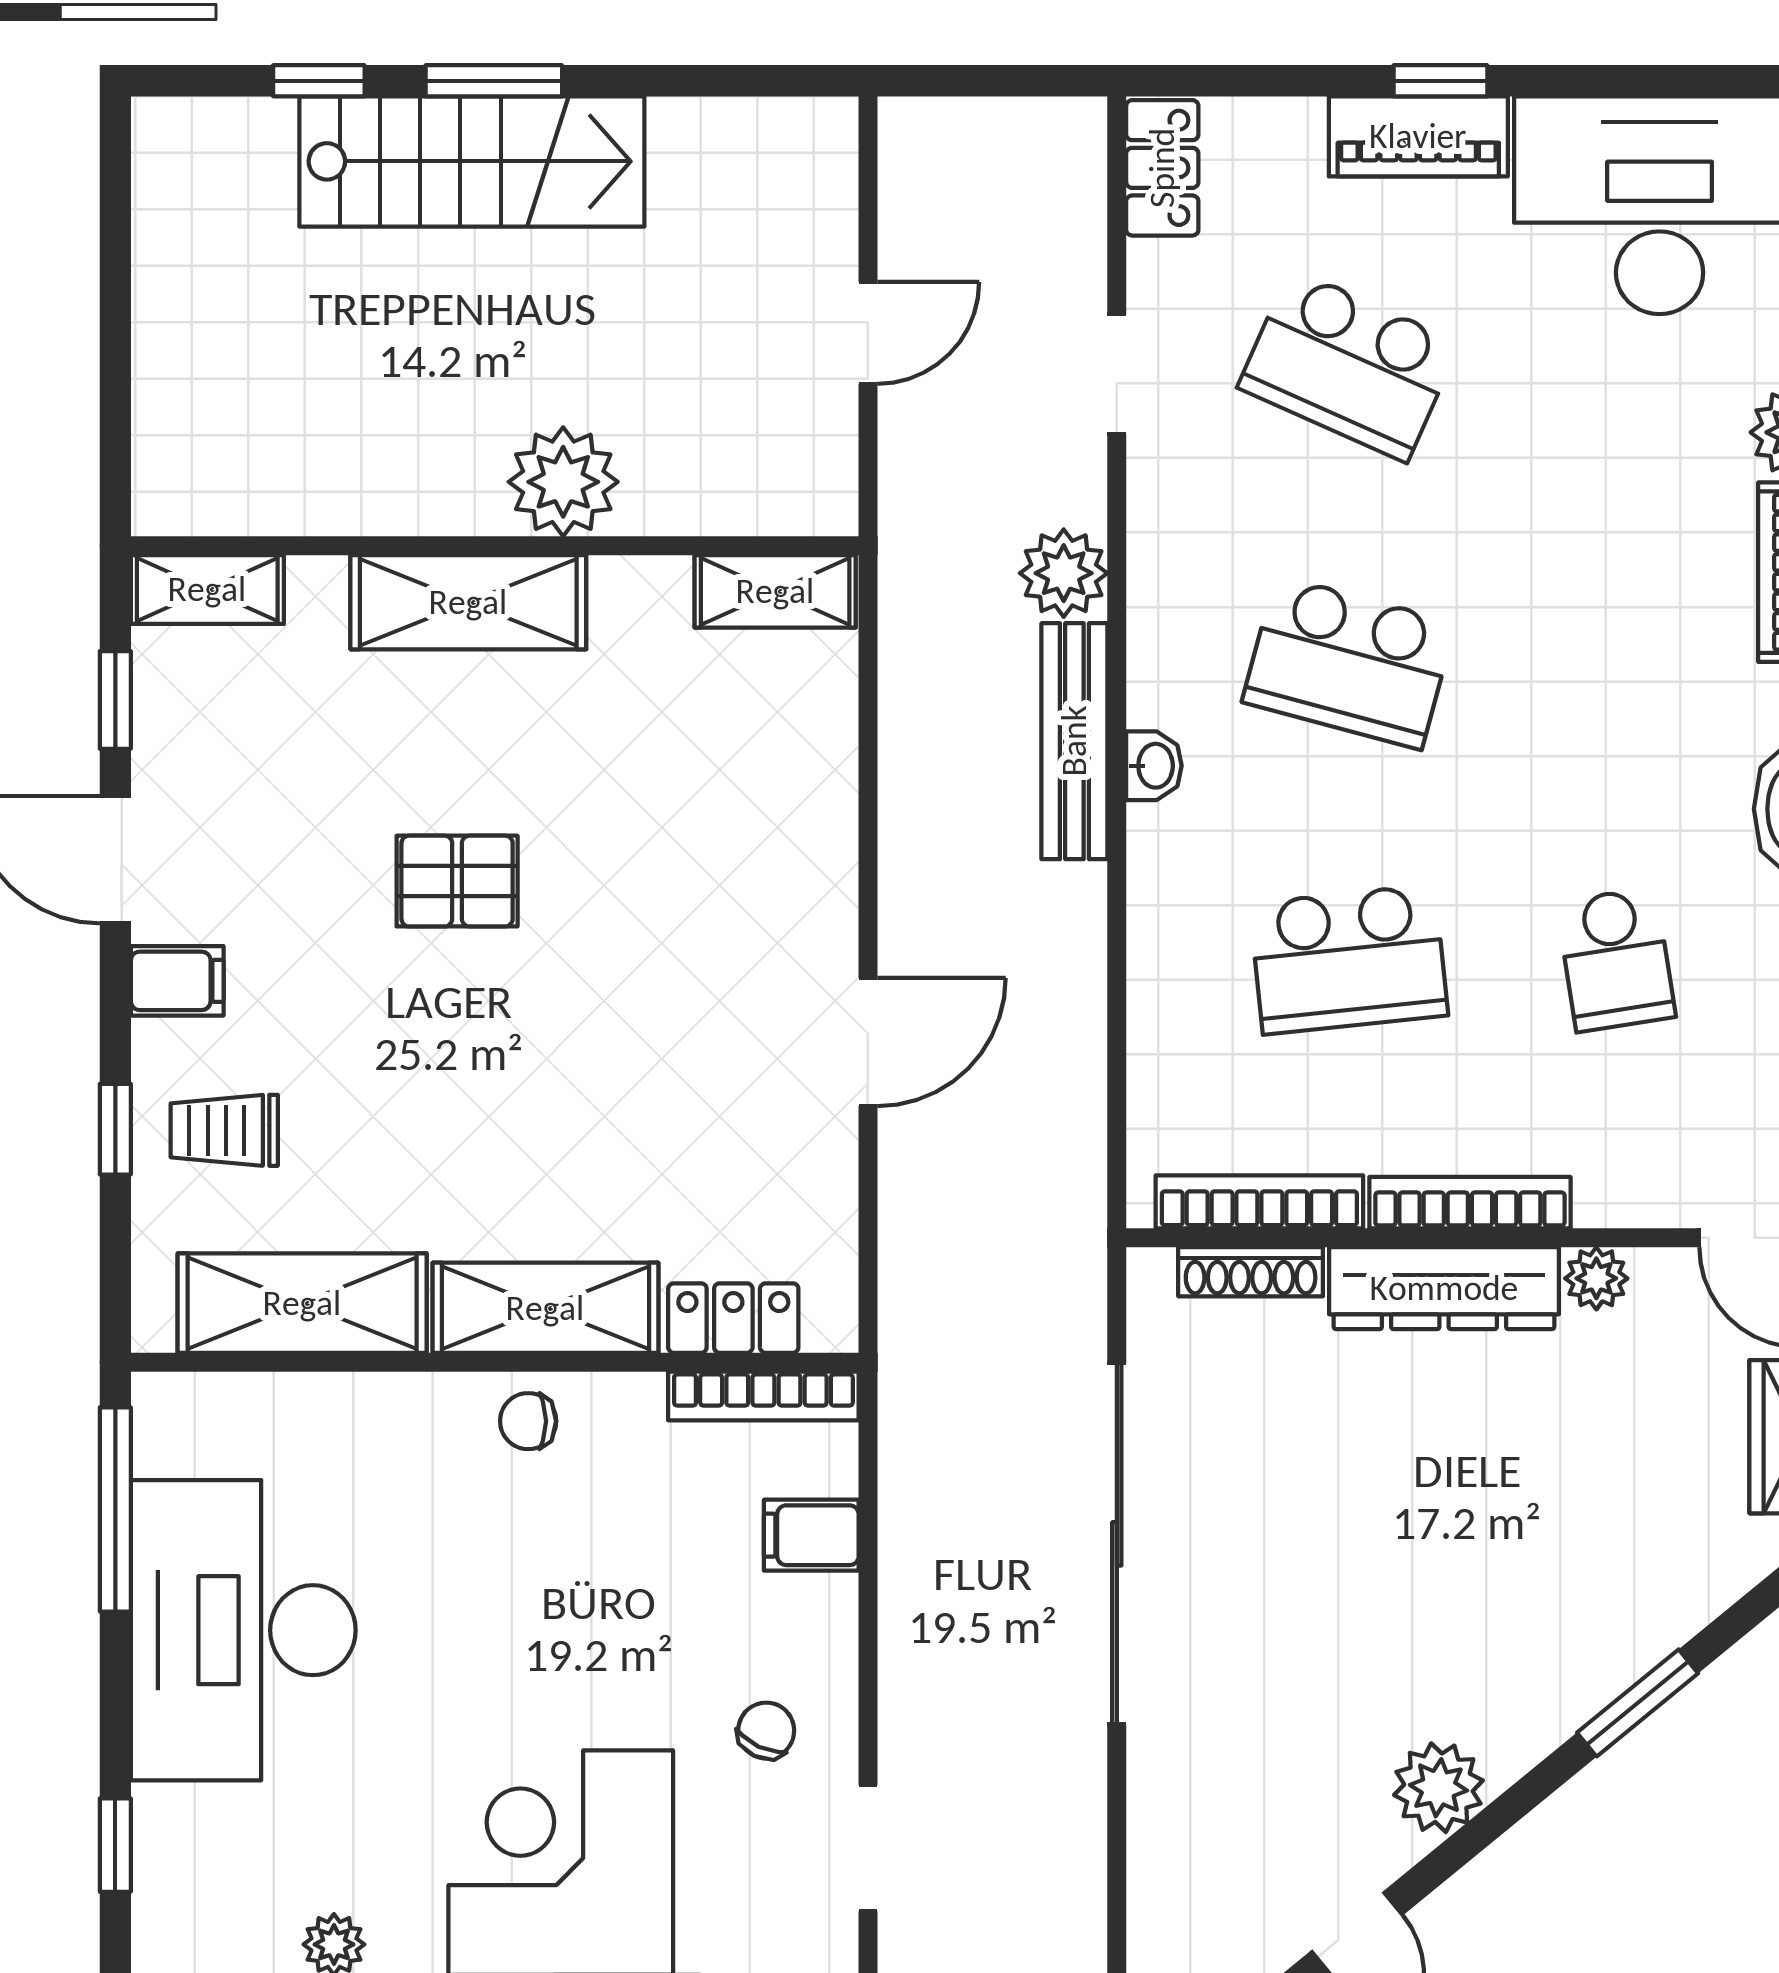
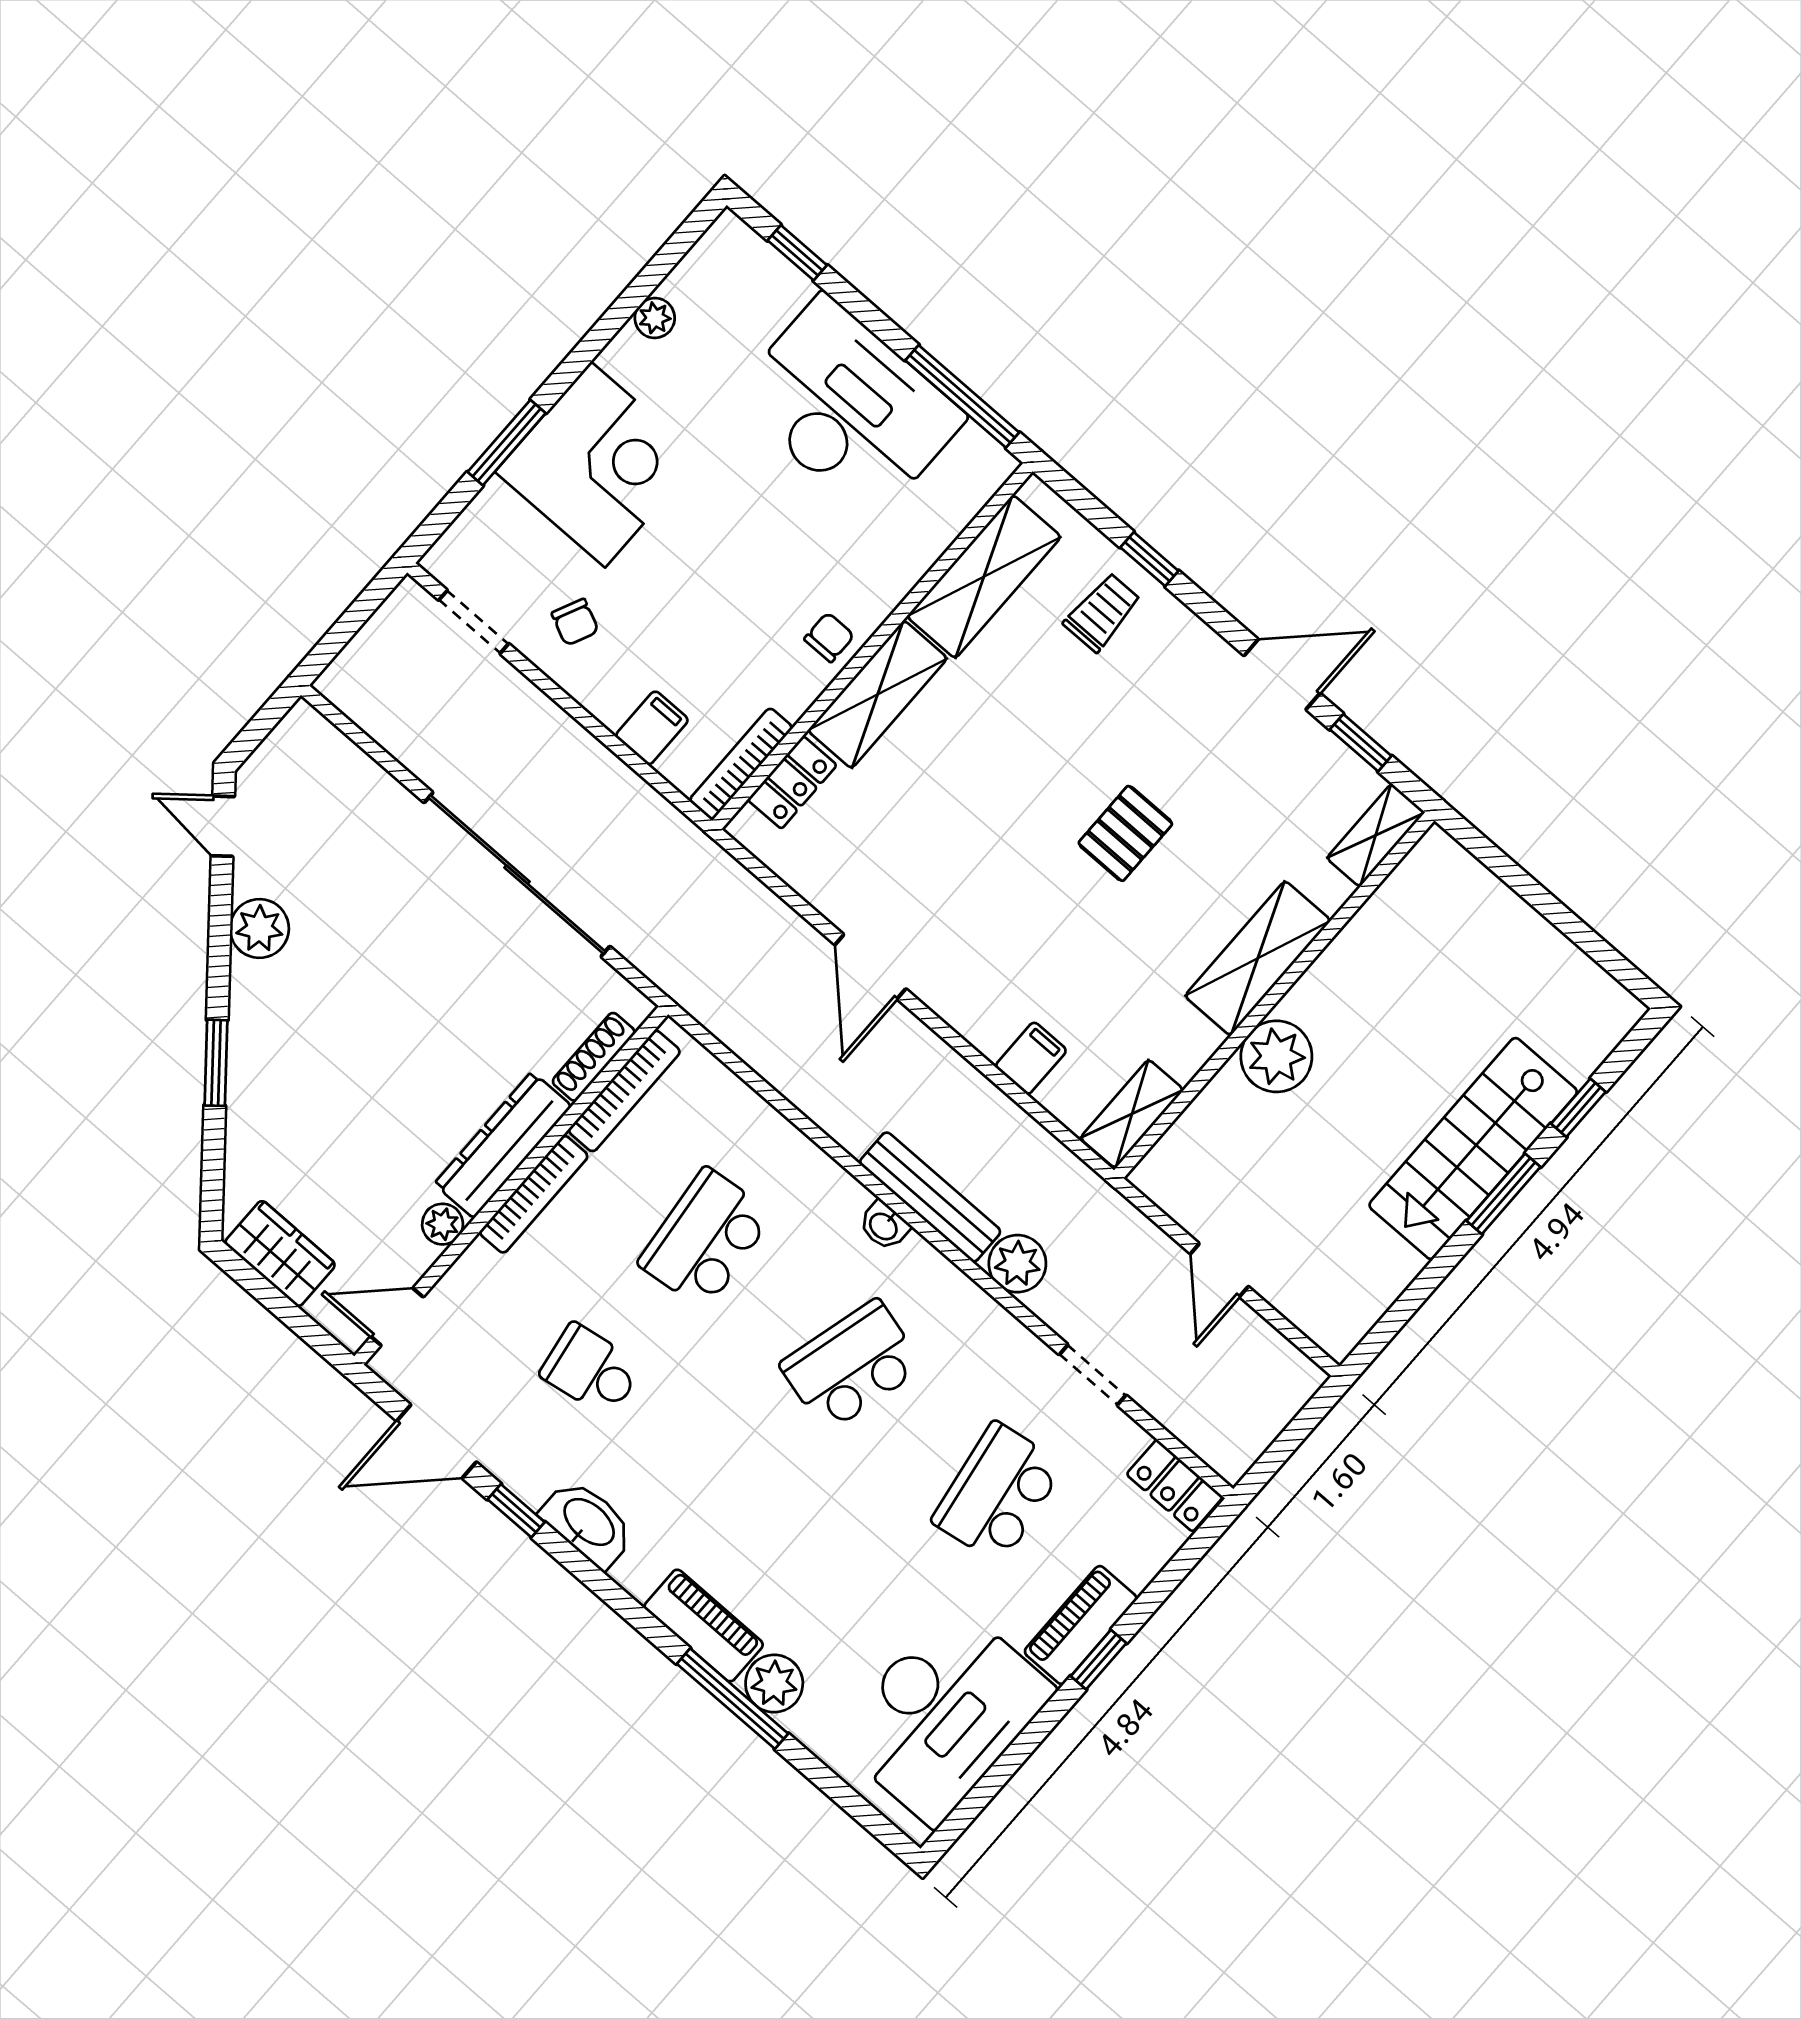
school desk: (1349, 365) -> (998, 1493), turned -33
filing cabinet: (177, 981) -> (1031, 1058), moved, turned 180

